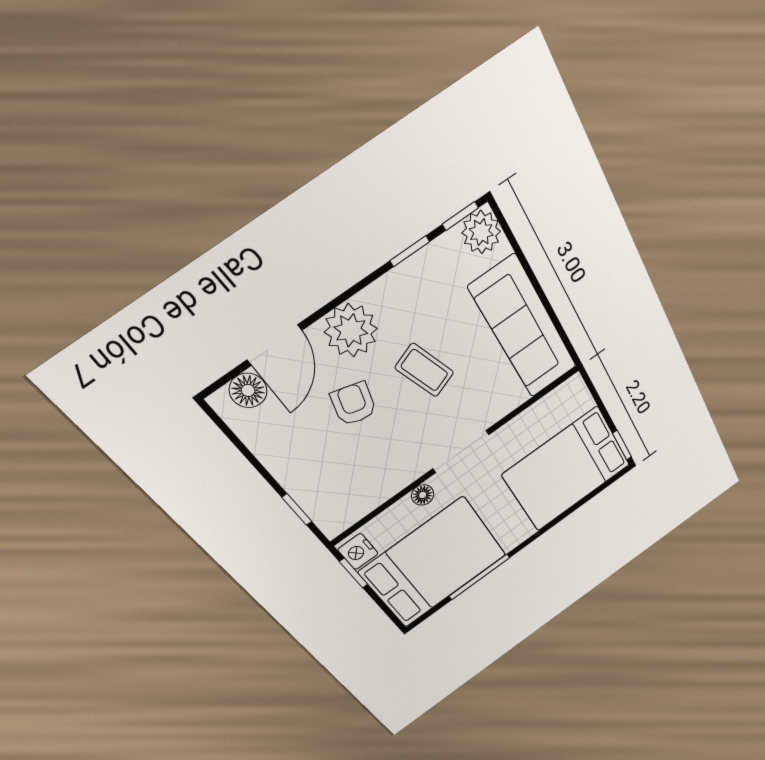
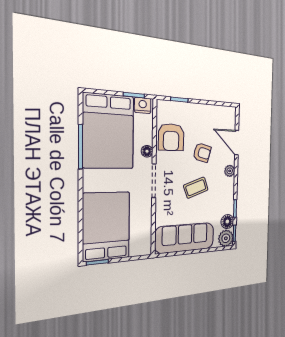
plant: (351, 330) -> (230, 171), width x0.53, depth x0.53
floor lamp: (248, 390) -> (227, 222), moved
armchair: (371, 476) -> (171, 137), added

